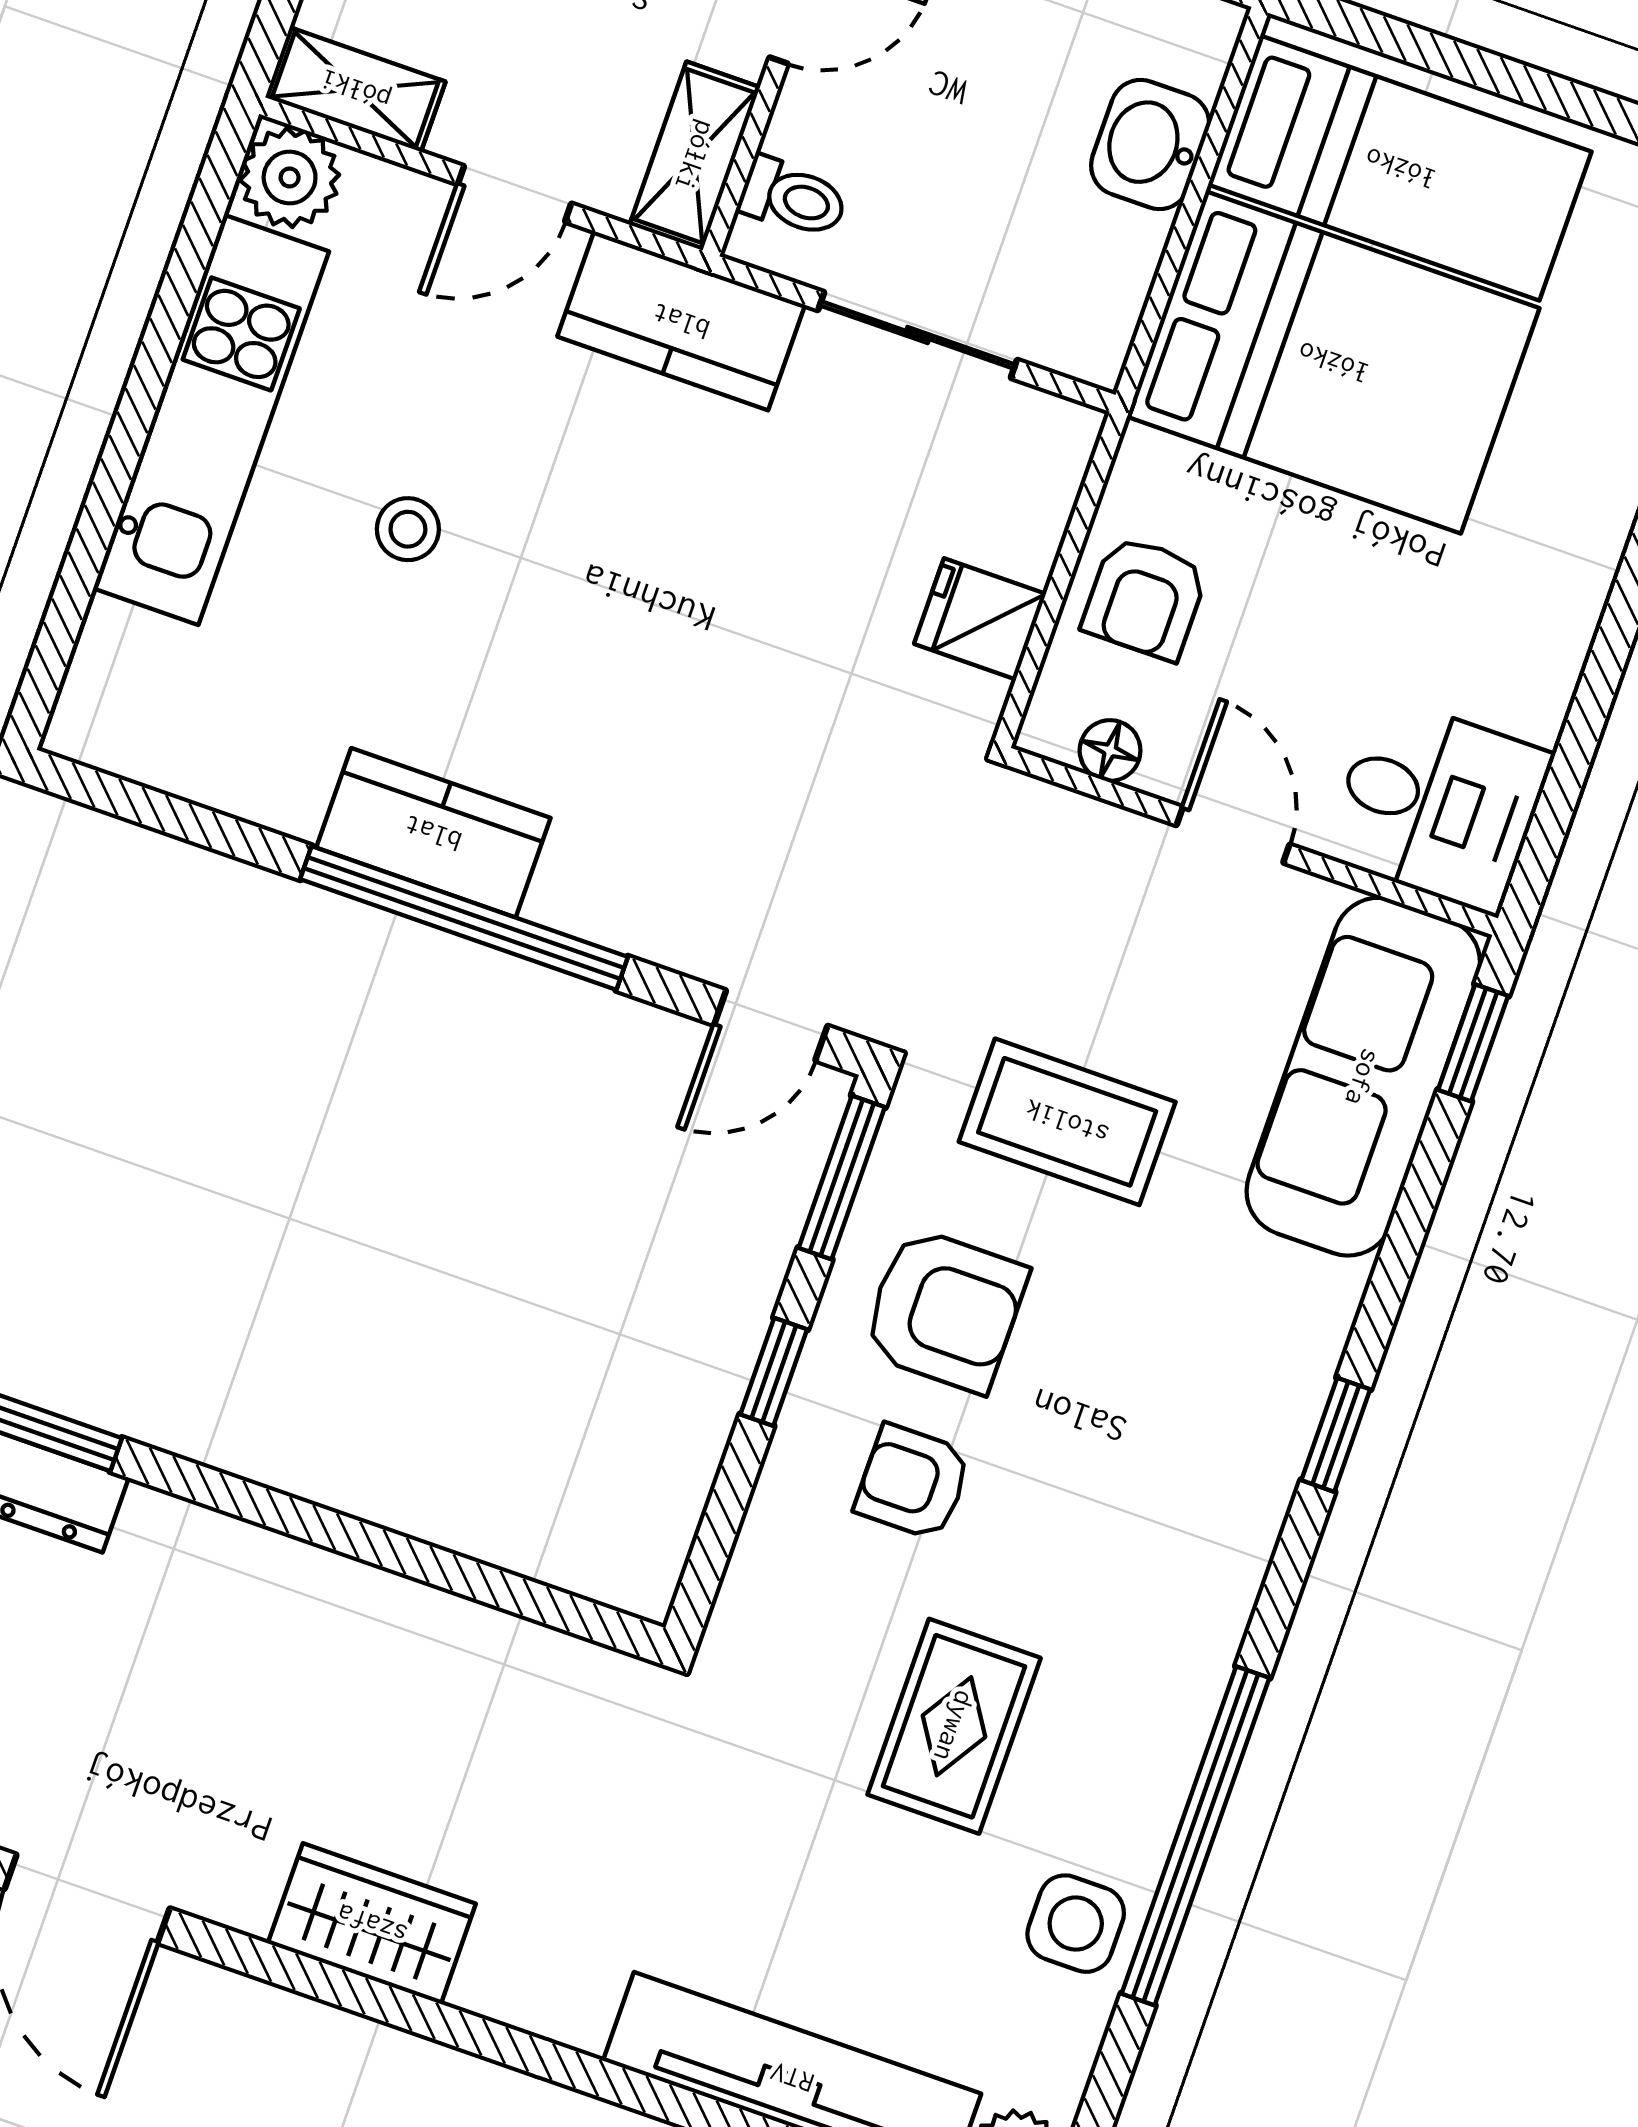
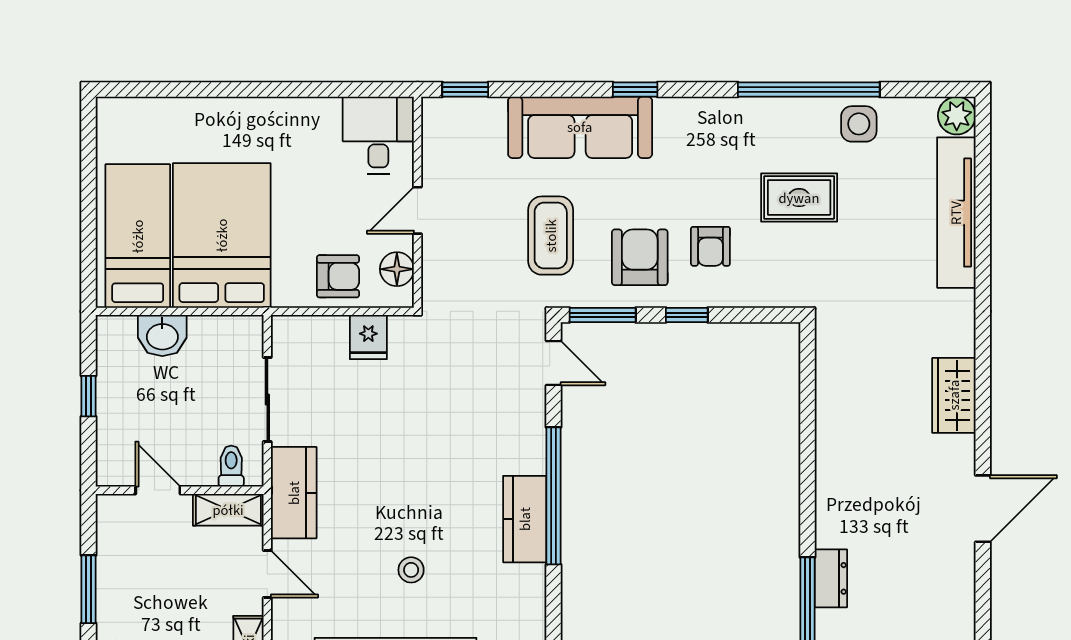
floor lamp: (1110, 750) -> (397, 269), width x1.37, depth x1.37
sofa: (1363, 1077) -> (580, 127), moved

